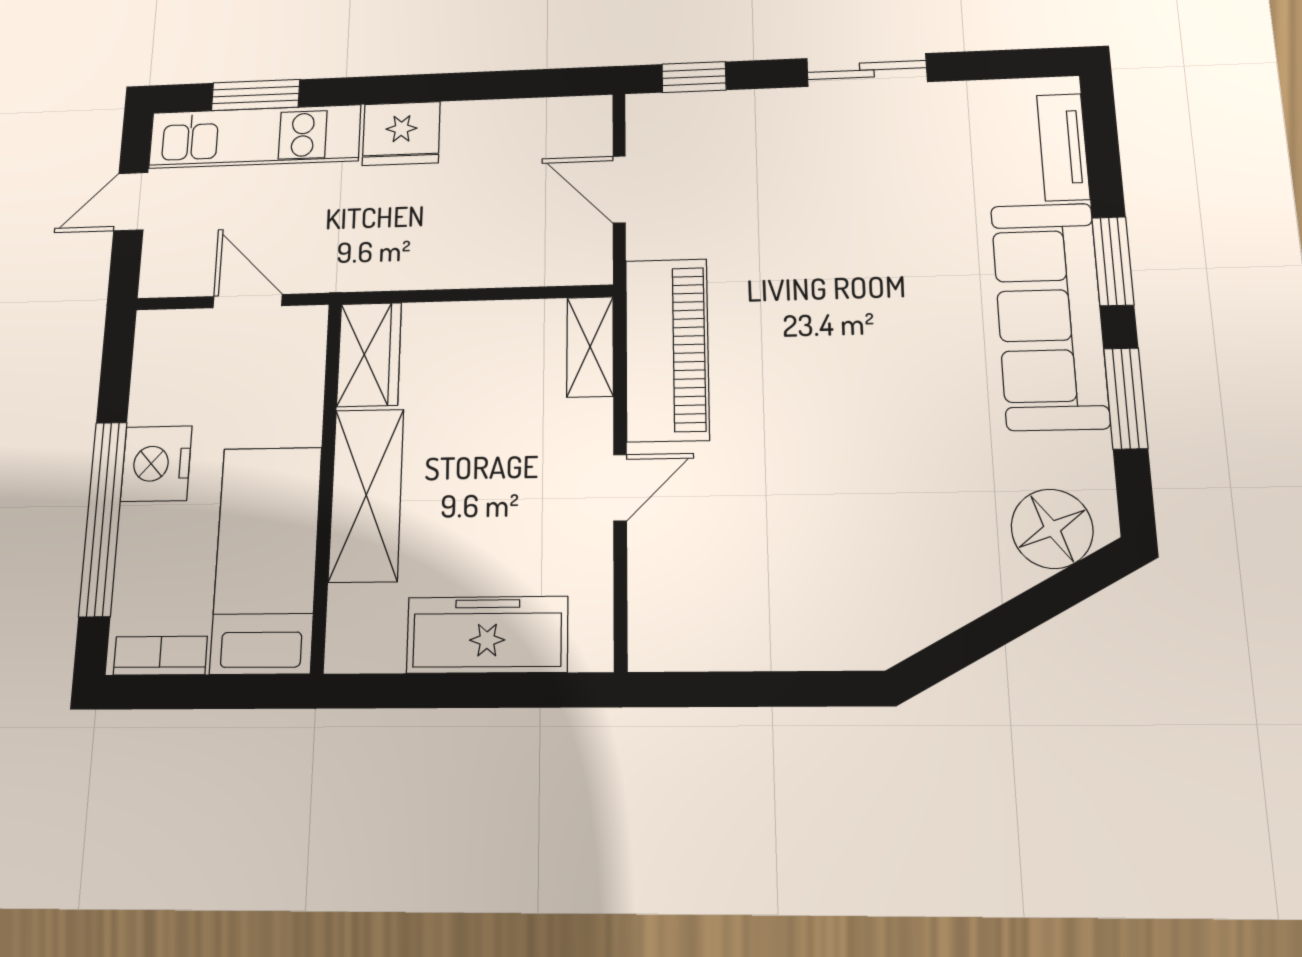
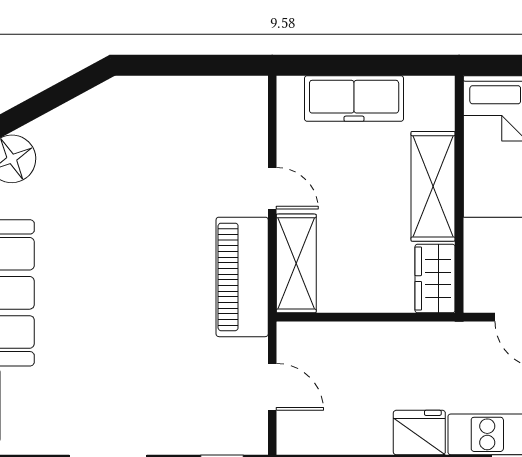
shelving: (590, 347) -> (296, 263), width x1.50, depth x1.33
door: (620, 488) -> (272, 188), swing flipped

